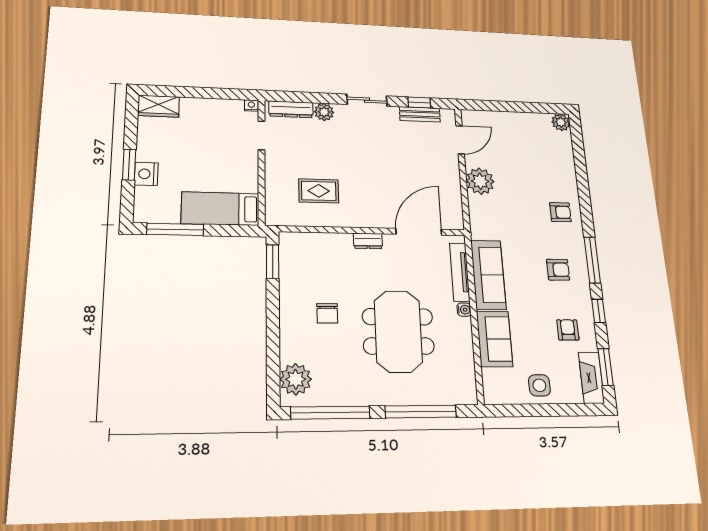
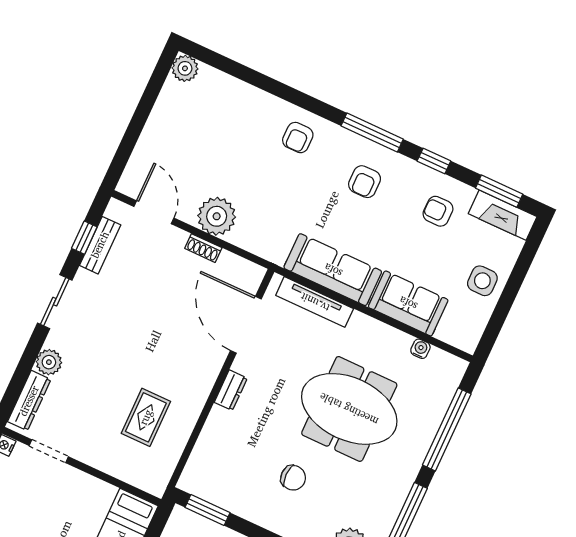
shoe rack: (455, 181) -> (203, 248), added
armchair: (560, 212) -> (298, 138), turned 180
armchair: (558, 270) -> (365, 182), turned 180
water cooler: (464, 310) -> (420, 349), moved

